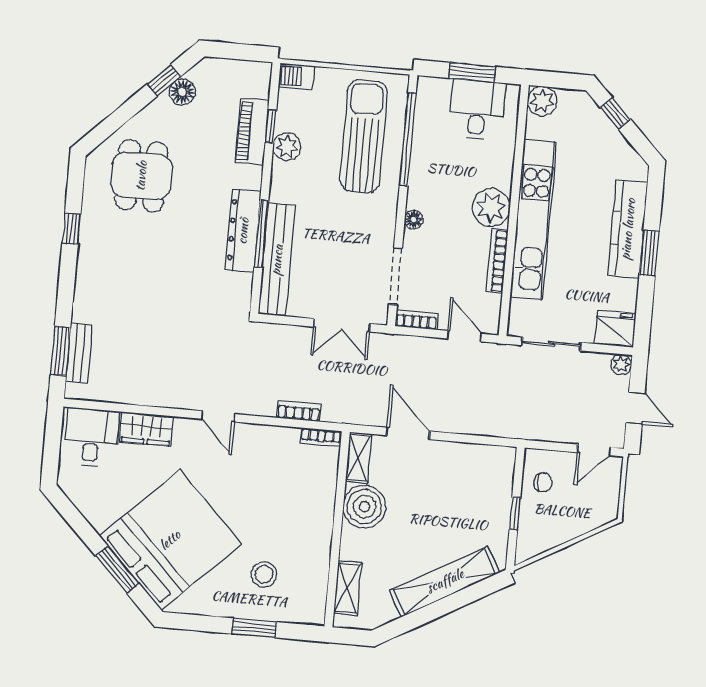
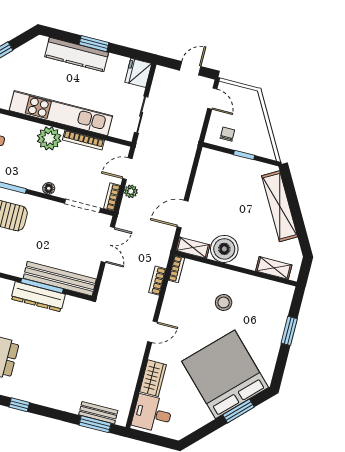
plant: (621, 364) -> (131, 191), moved
stool: (264, 574) -> (224, 302), moved

